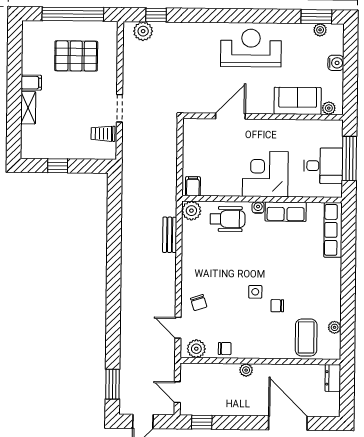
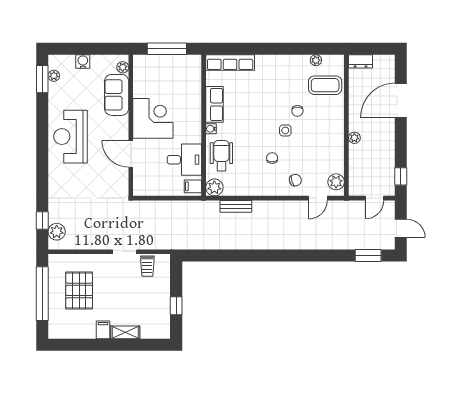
desk: (323, 166) -> (184, 160), moved, turned 90
corner desk: (265, 174) -> (153, 118), moved, turned 180
chair: (225, 349) -> (272, 158), moved

